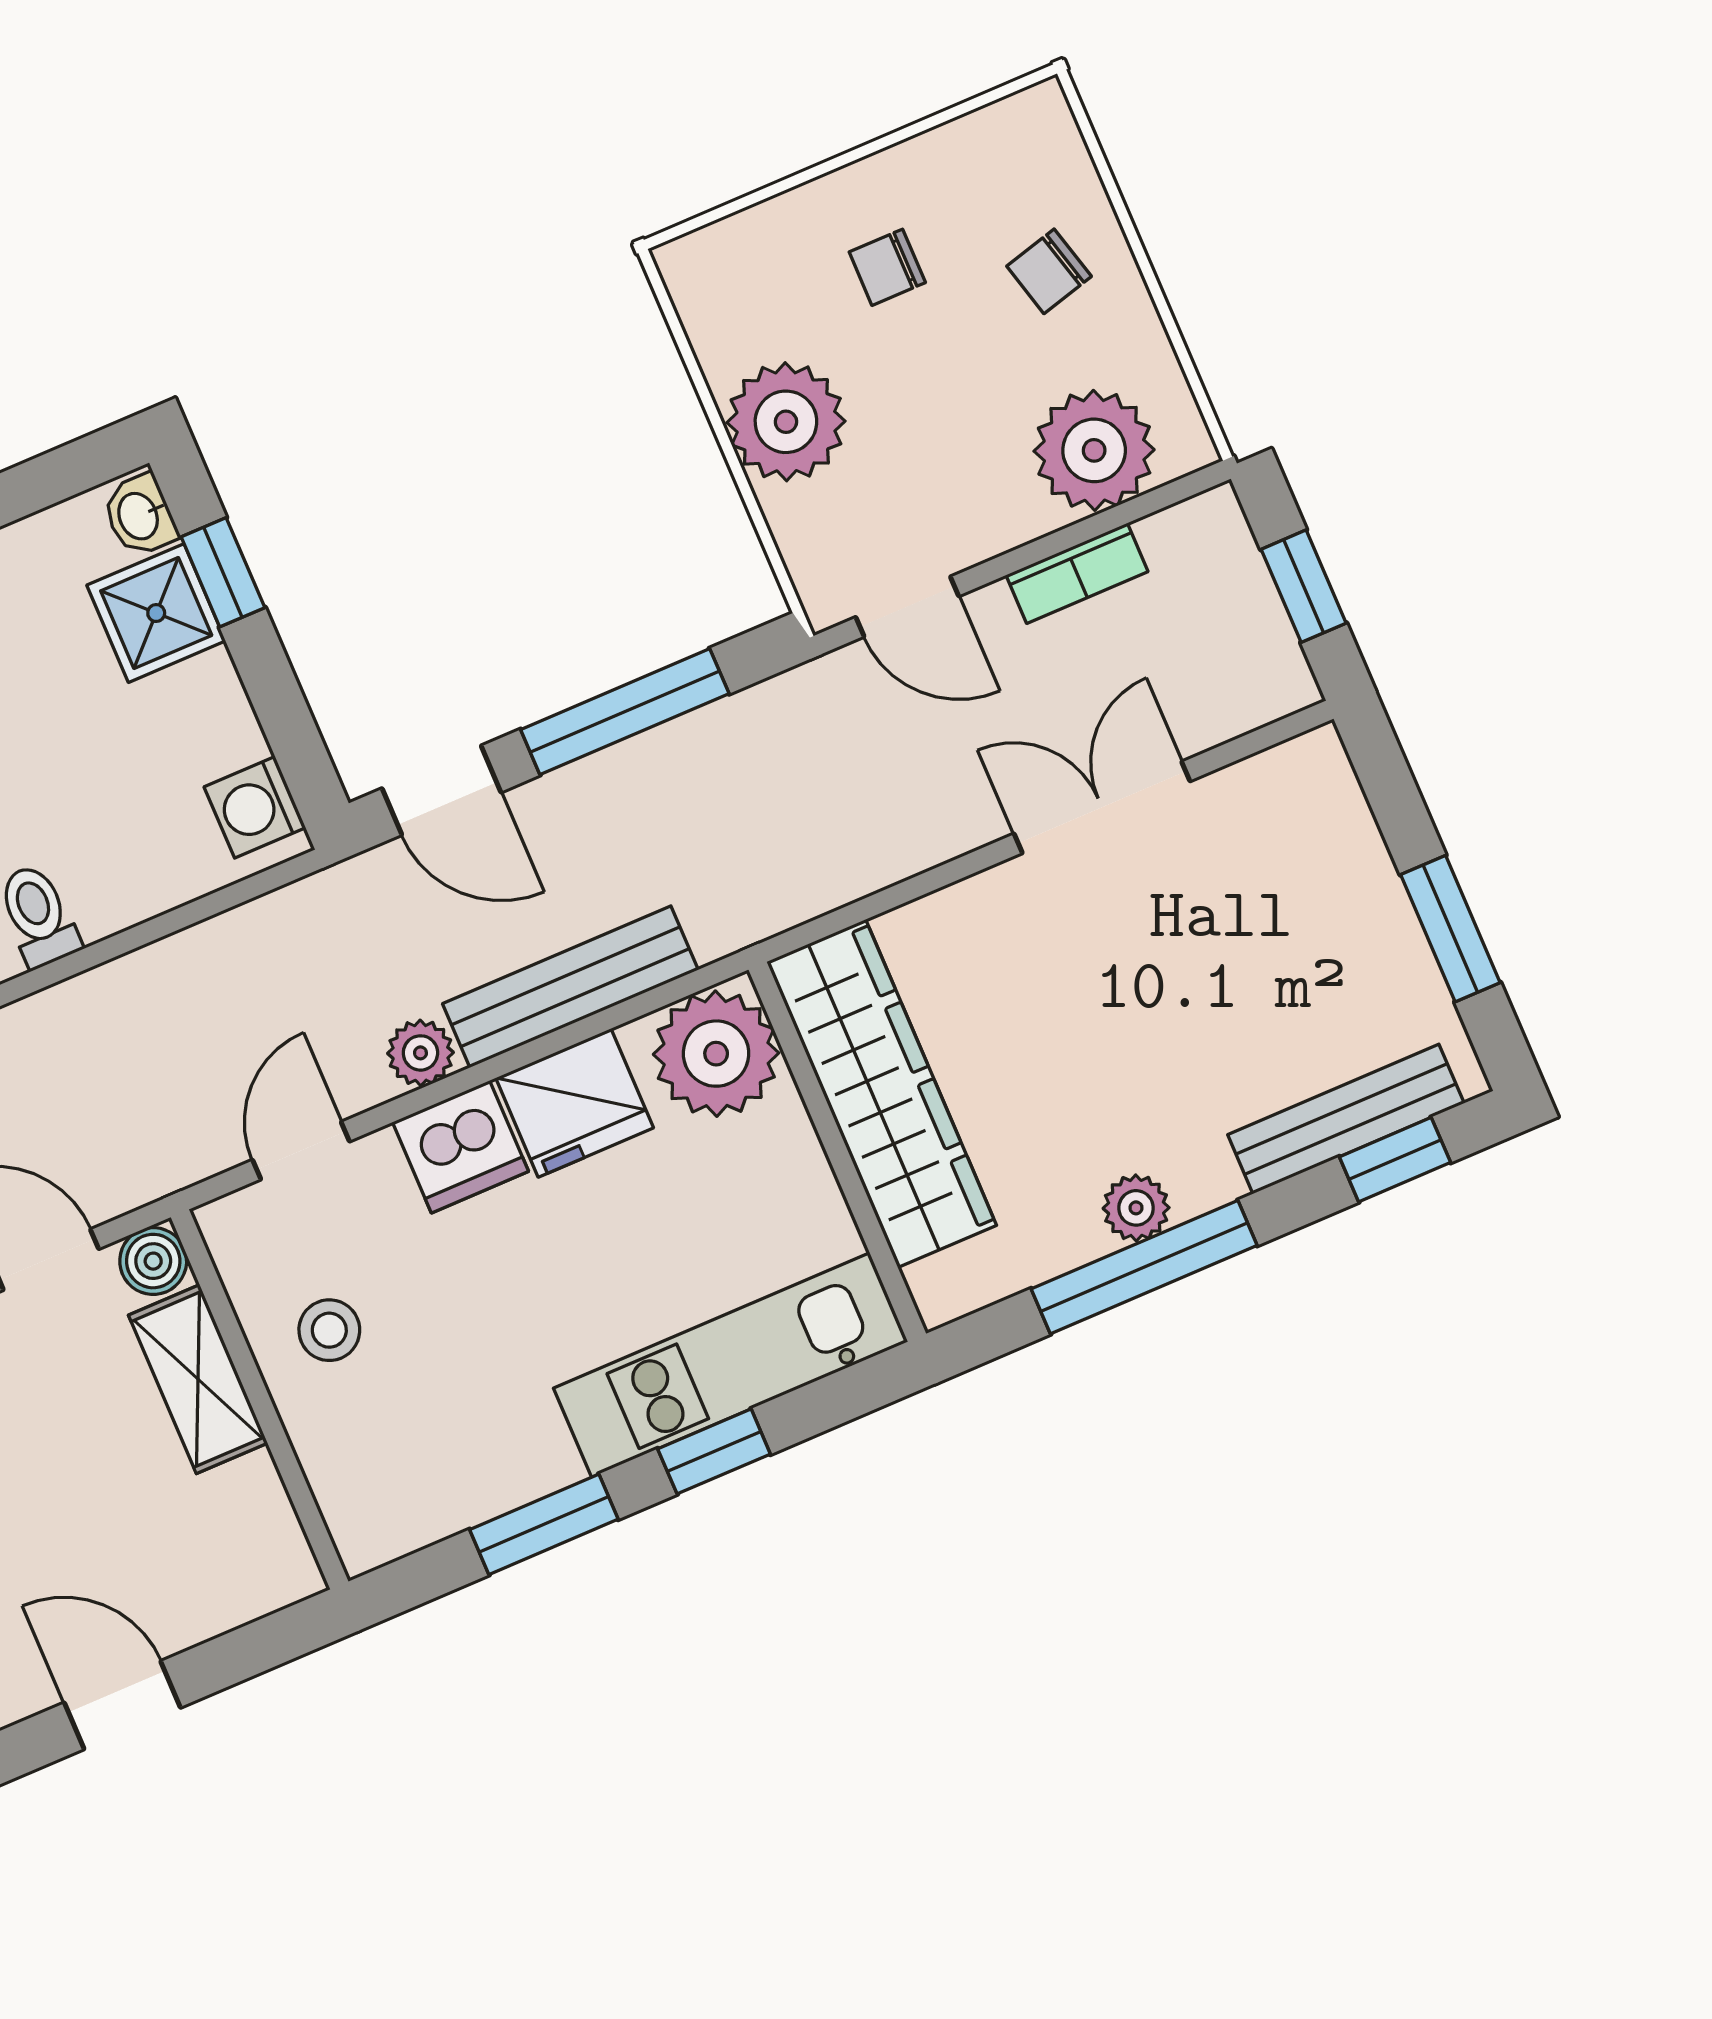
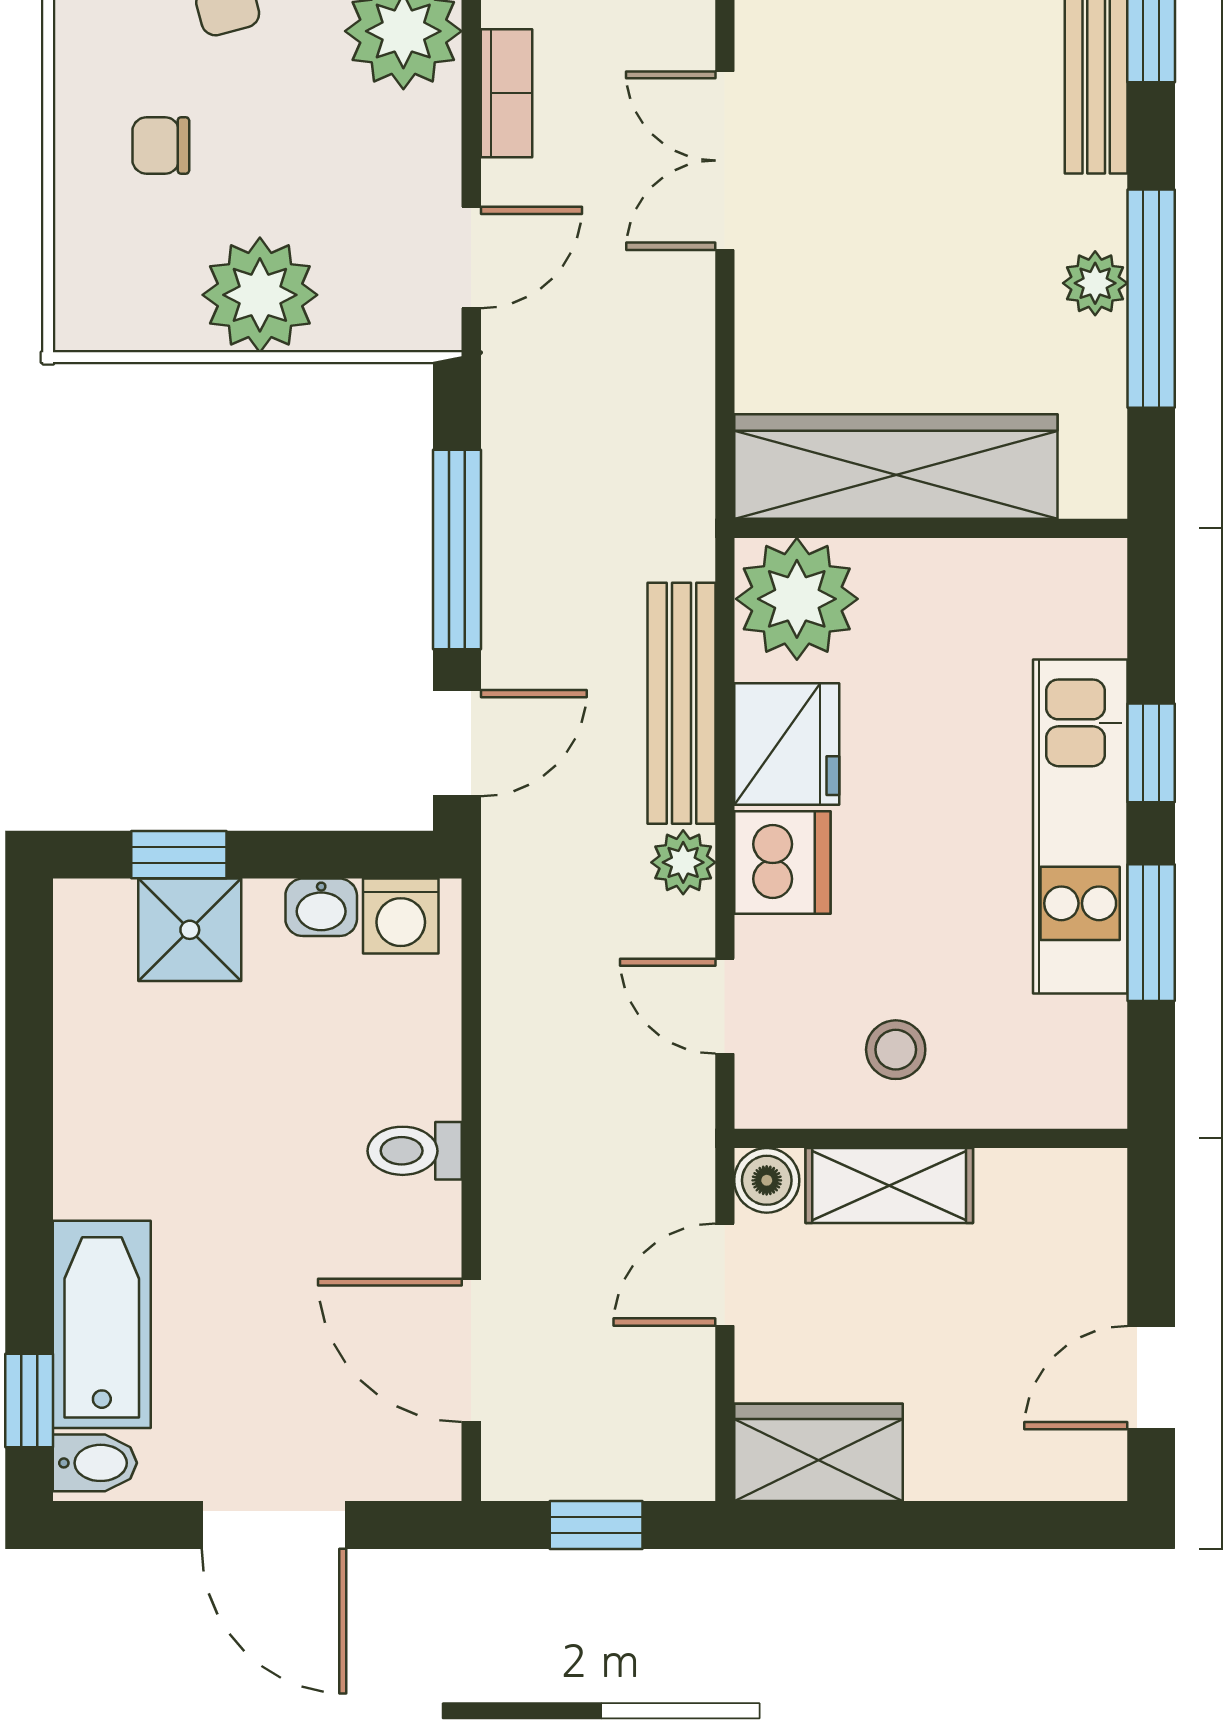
chair: (887, 267) -> (161, 145), turned 90
washbasin: (140, 515) -> (321, 907), moved
kitchen unit: (731, 1365) -> (1080, 826), moved

